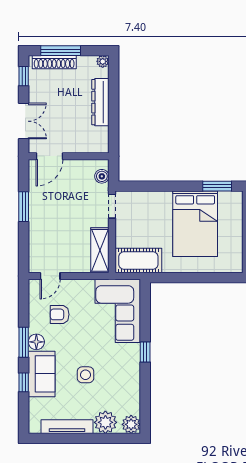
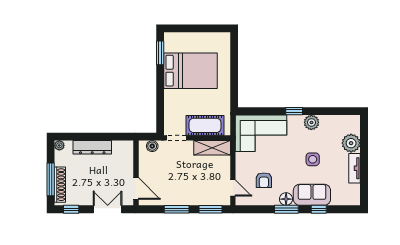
window: (24, 248) -> (210, 209), added
cot: (138, 261) -> (205, 125), moved, turned 90
plant: (131, 424) -> (311, 122), moved
tv unit: (67, 427) -> (355, 168), width x0.71

